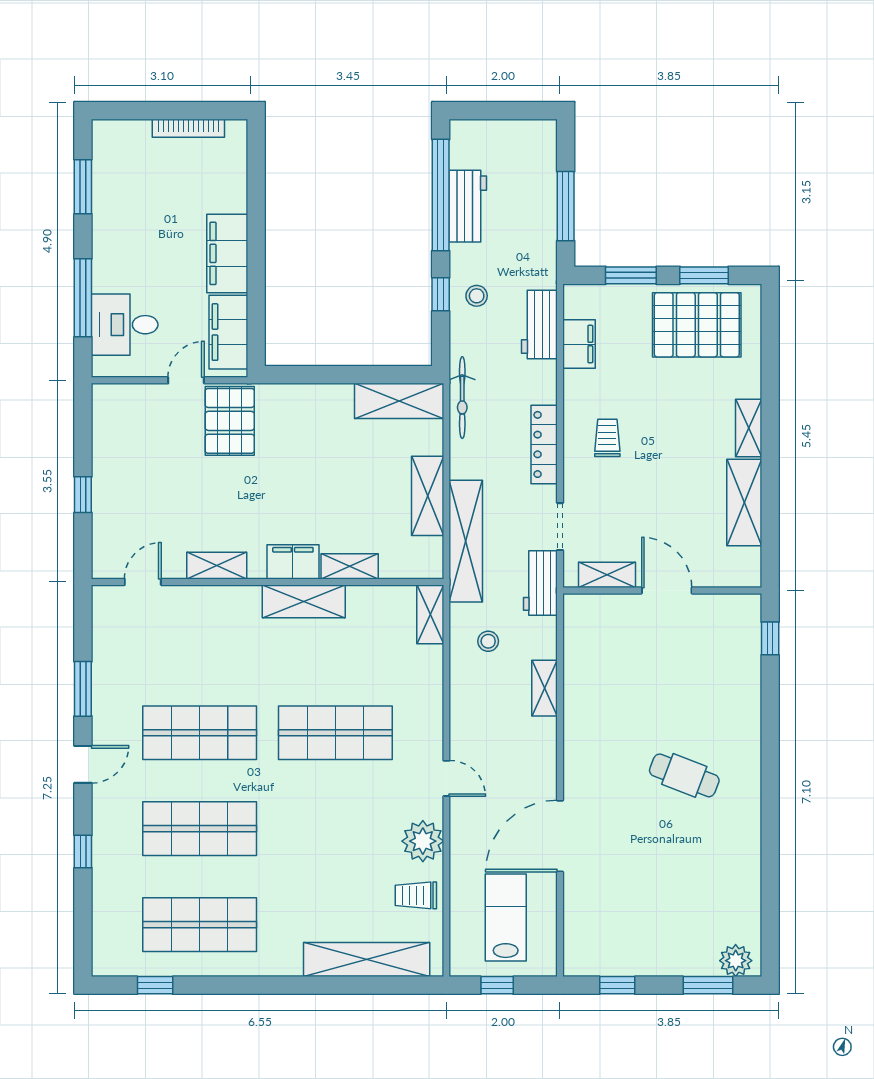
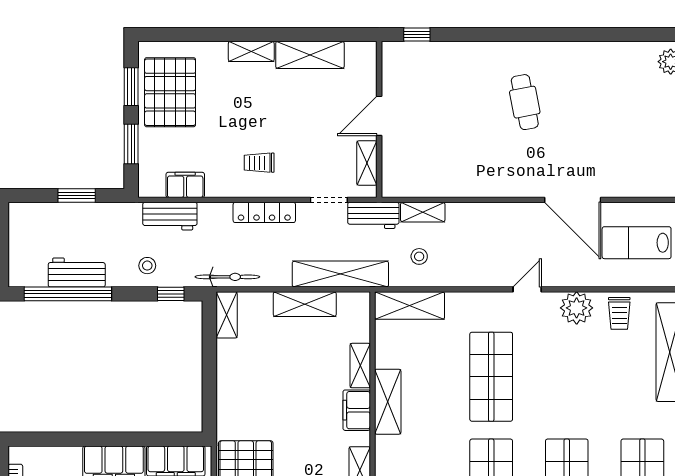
window: (566, 206) -> (77, 195), width x0.69
window: (441, 294) -> (171, 294), moved
shelving: (399, 401) -> (227, 315), width x0.67, depth x0.75
shelving: (430, 614) -> (410, 306), width x1.50, depth x1.33
shelving: (545, 688) -> (423, 212), moved
cafe table: (684, 775) -> (525, 102), turned -32

